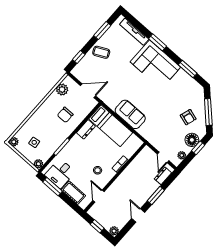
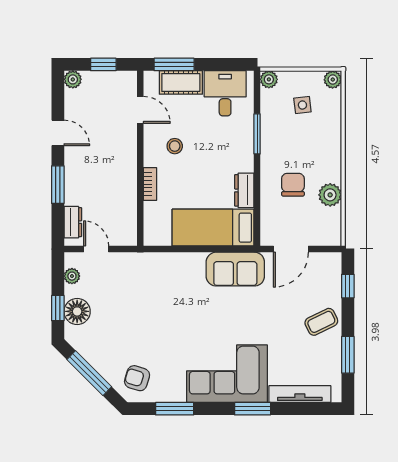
plant: (62, 90) -> (330, 195), moved
sofa: (130, 114) -> (235, 269), moved
armchair: (188, 117) -> (137, 378), moved
window: (53, 187) -> (174, 64), moved

